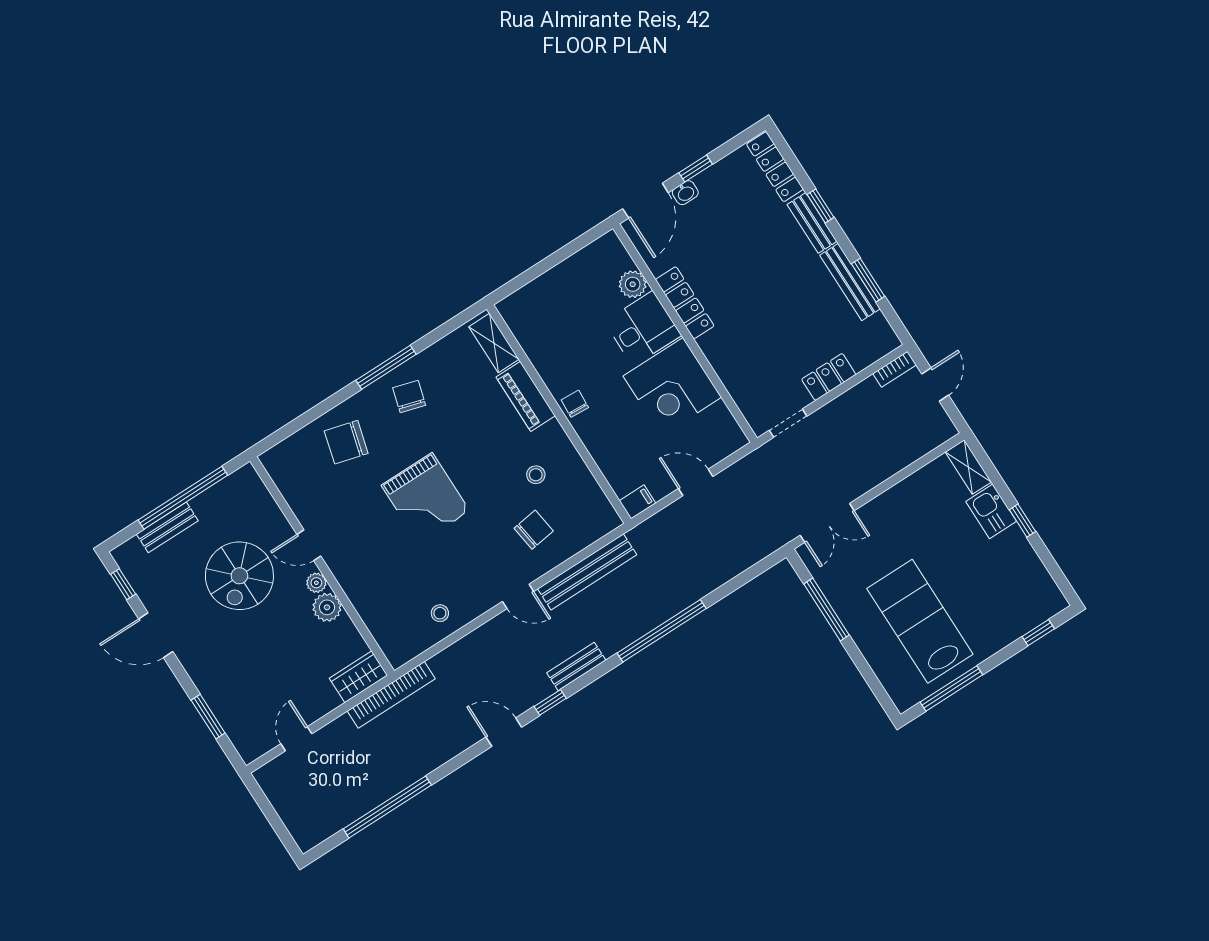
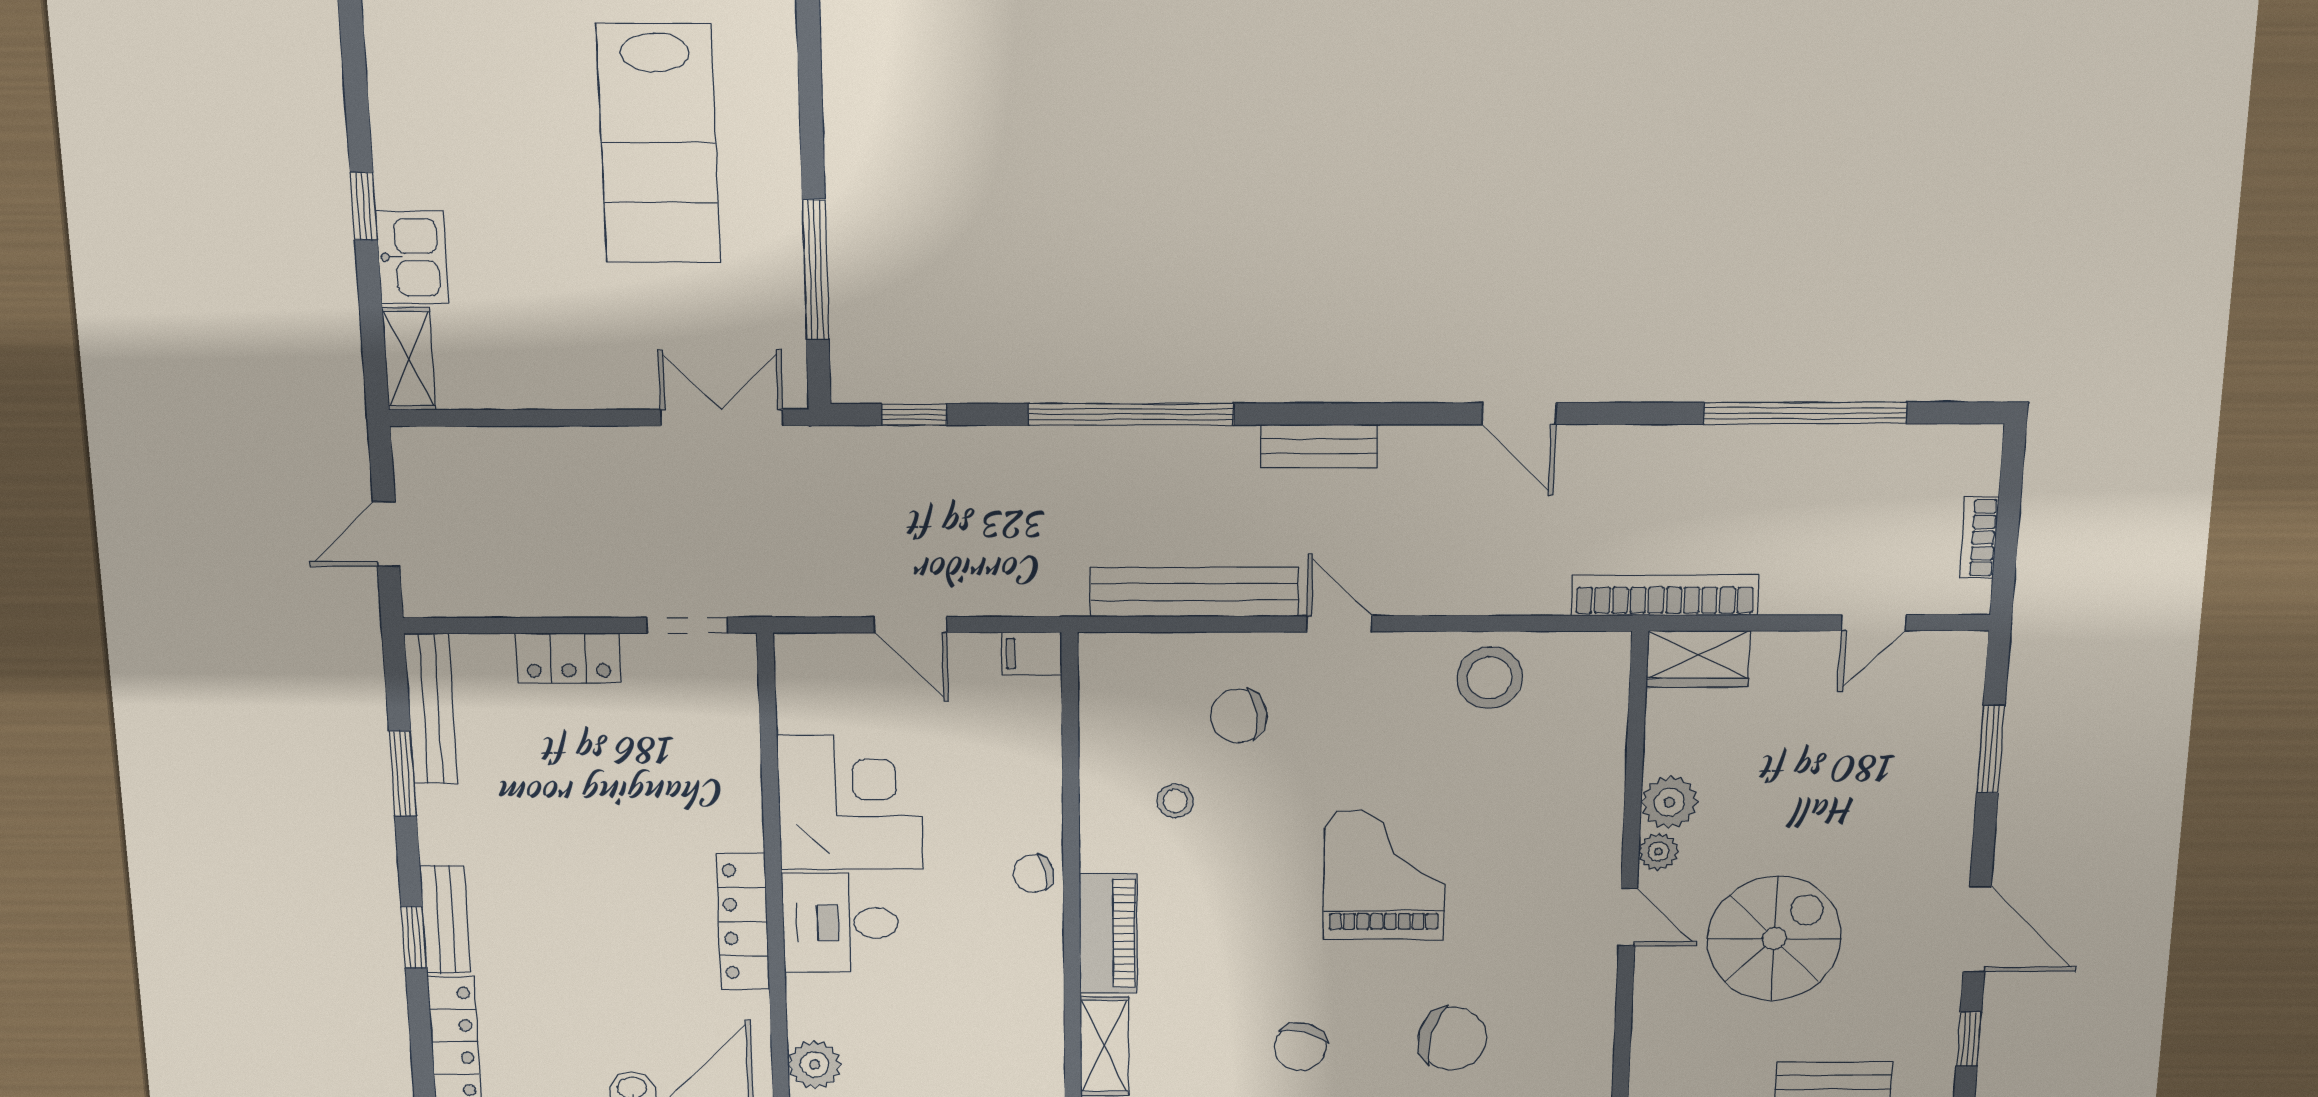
bench: (850, 282) -> (431, 709), moved
plant: (633, 284) -> (814, 1065), moved
bookcase: (894, 369) -> (1979, 538), moved, turned -90
chair: (575, 404) -> (1034, 873), turned 75
stool: (440, 613) -> (1490, 678), width x1.89, depth x1.89
window: (550, 702) -> (914, 415), moved

